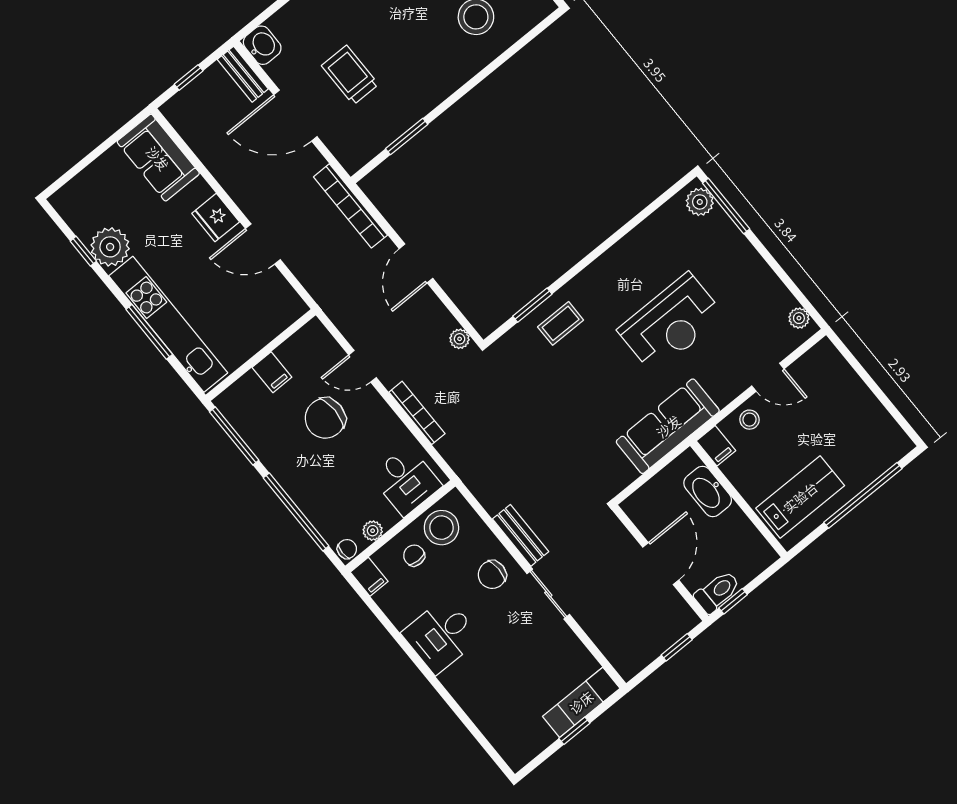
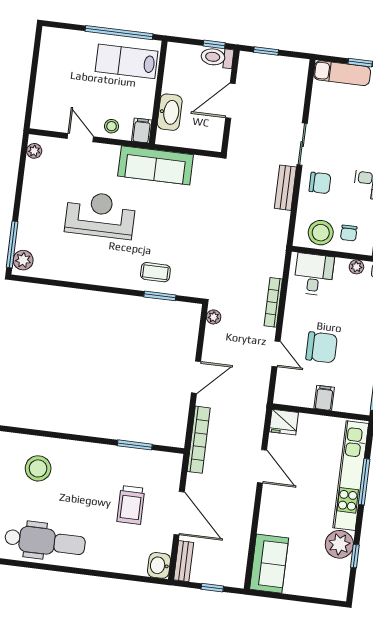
fridge: (216, 218) -> (284, 422), moved, turned 90
window: (863, 495) -> (119, 33), moved

